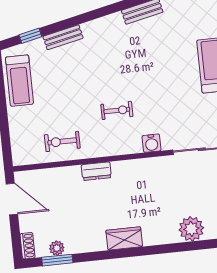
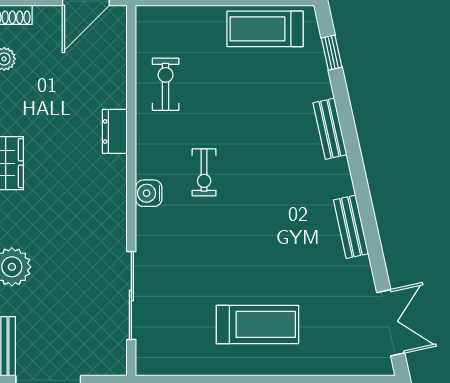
bench: (63, 37) -> (330, 129), moved
water cooler: (152, 143) -> (149, 193), moved

